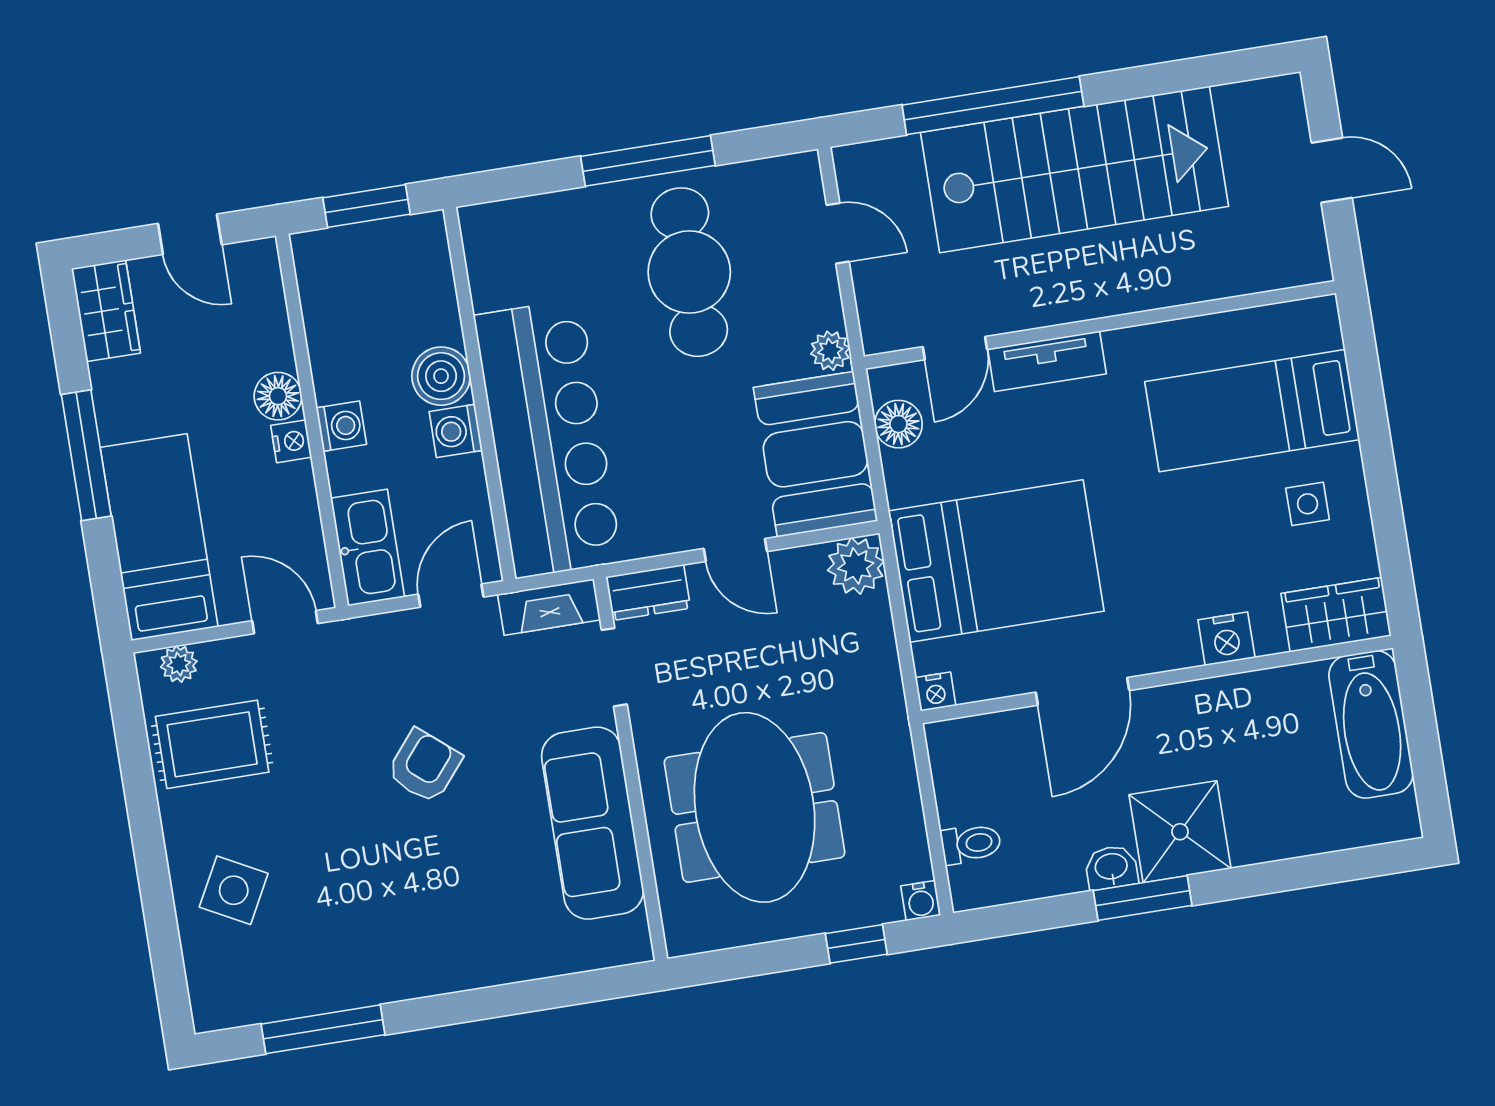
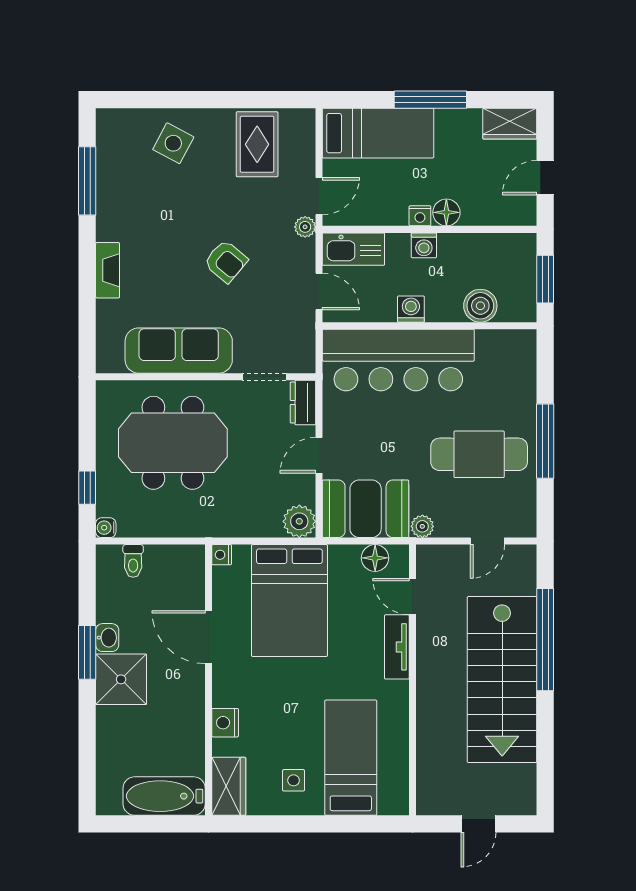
boiler: (441, 376) -> (480, 306), moved
fireplace: (549, 607) -> (108, 270), moved, turned 180
plant: (179, 664) -> (305, 227), moved

